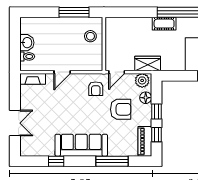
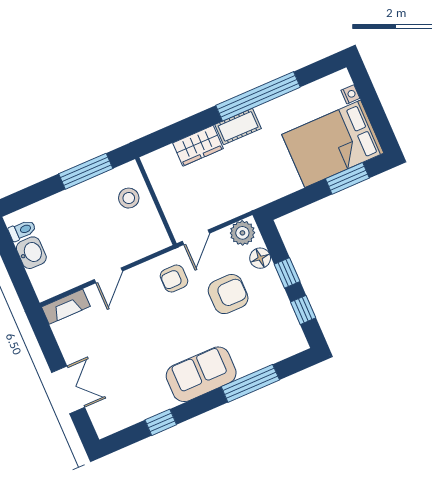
toilet: (27, 56) -> (22, 230), moved
wardrobe: (148, 64) -> (198, 146), moved, turned 180
armchair: (96, 89) -> (174, 278), turned 90
piano: (145, 141) -> (289, 329), removed
sofa: (81, 145) -> (201, 374), width x0.73

